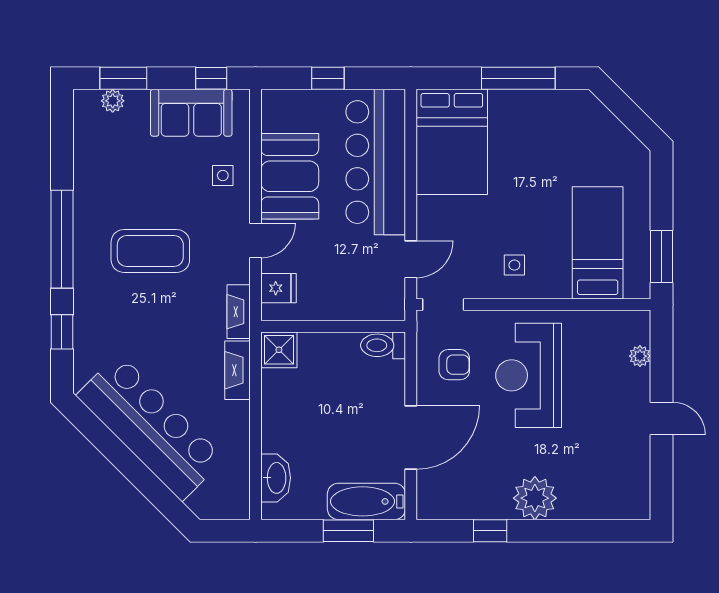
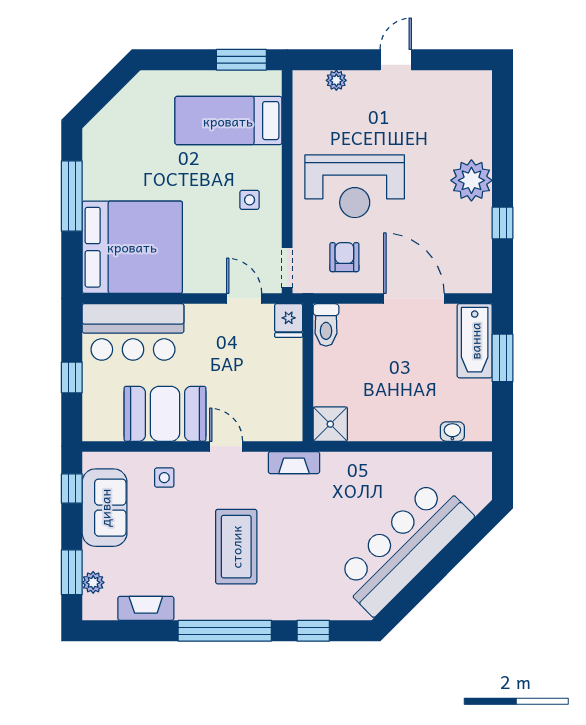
bed: (452, 142) -> (132, 247), width x1.36
bar counter: (376, 162) -> (133, 332), width x0.73
fridge: (279, 288) -> (289, 321), moved, turned 180
fireplace: (237, 370) -> (146, 608), moved, turned 180
washbasin: (276, 478) -> (452, 432), width x0.52, depth x0.69

